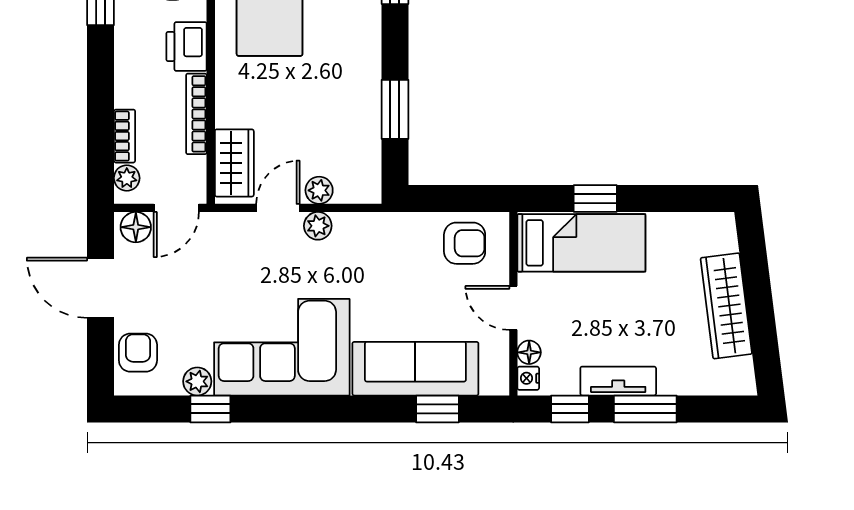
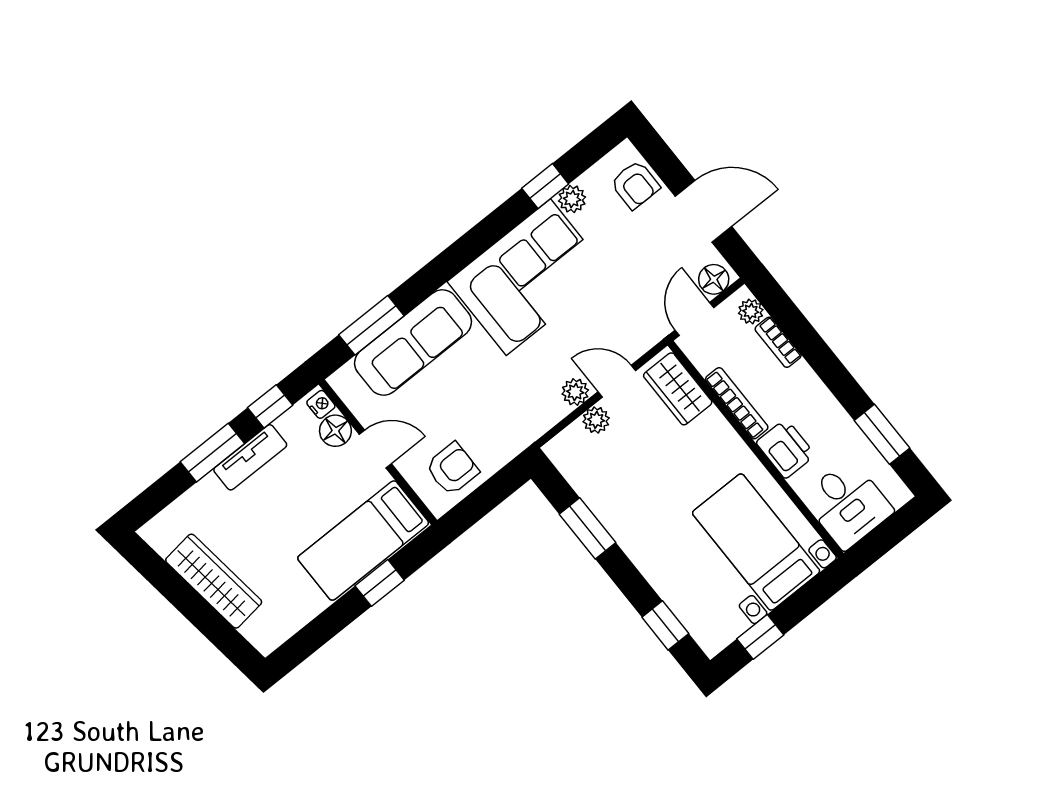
door: (278, 208) -> (617, 381), swing flipped
armchair: (465, 243) -> (452, 469), turned 180
floor lamp: (529, 352) -> (335, 431), width x1.37, depth x1.37
window: (437, 409) -> (371, 325), width x1.50

